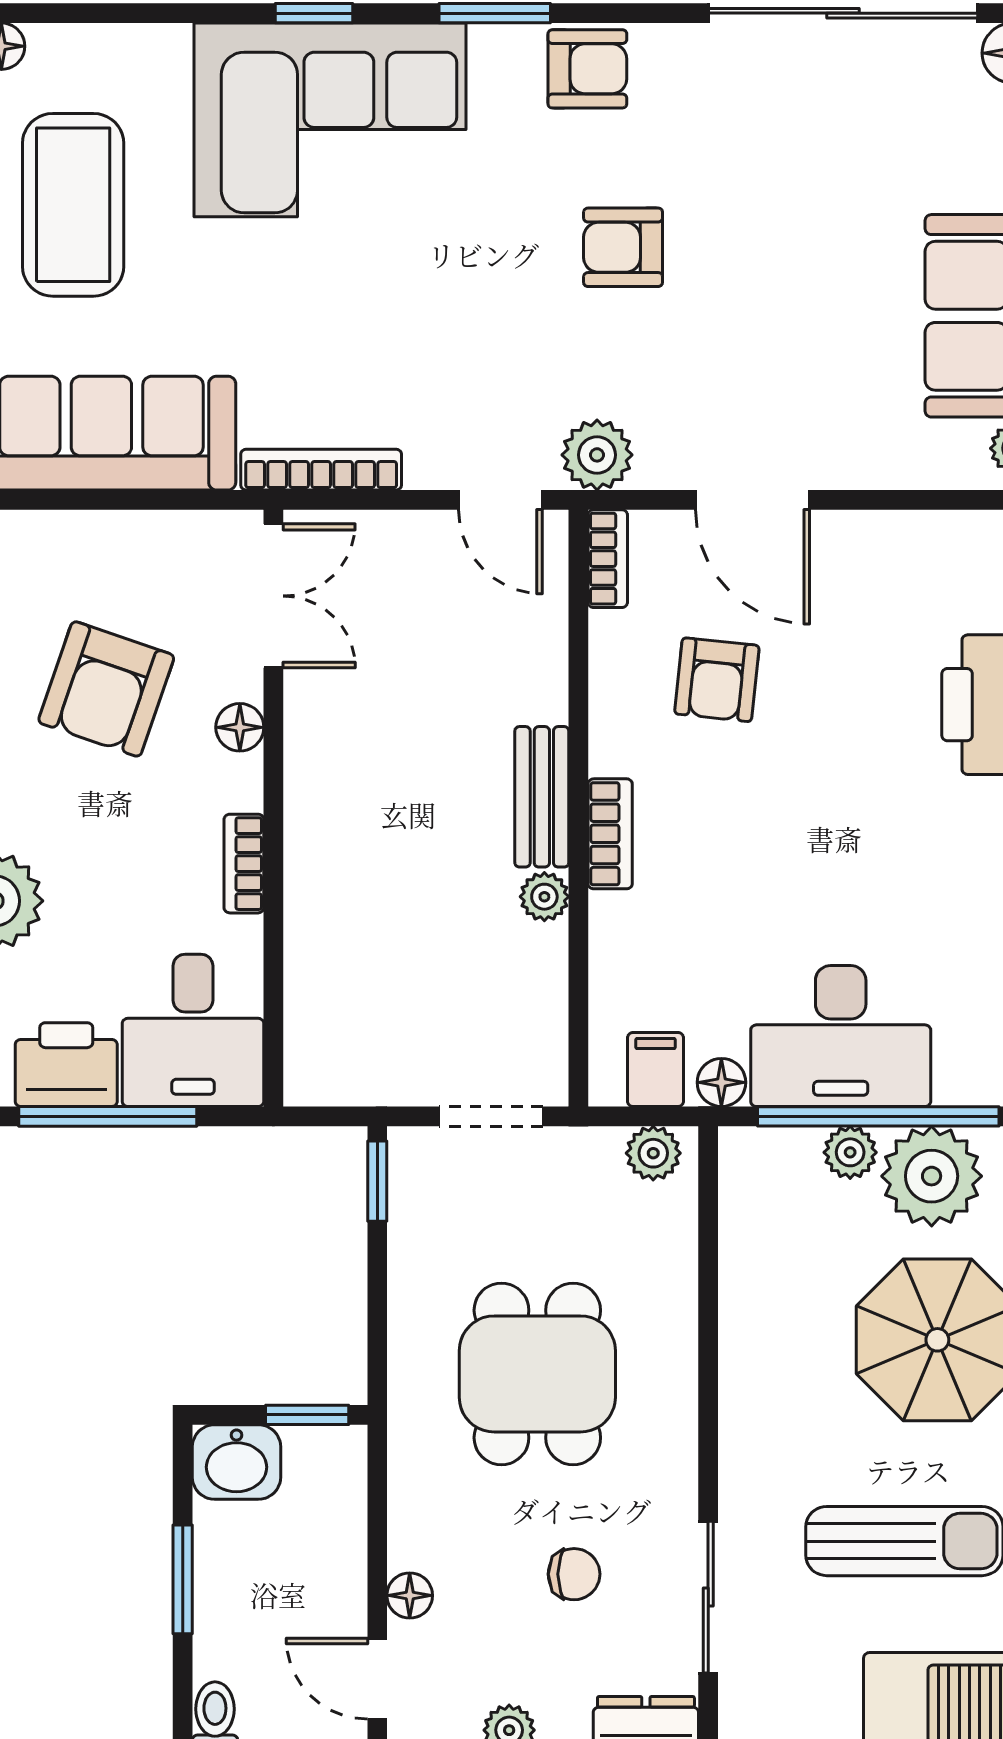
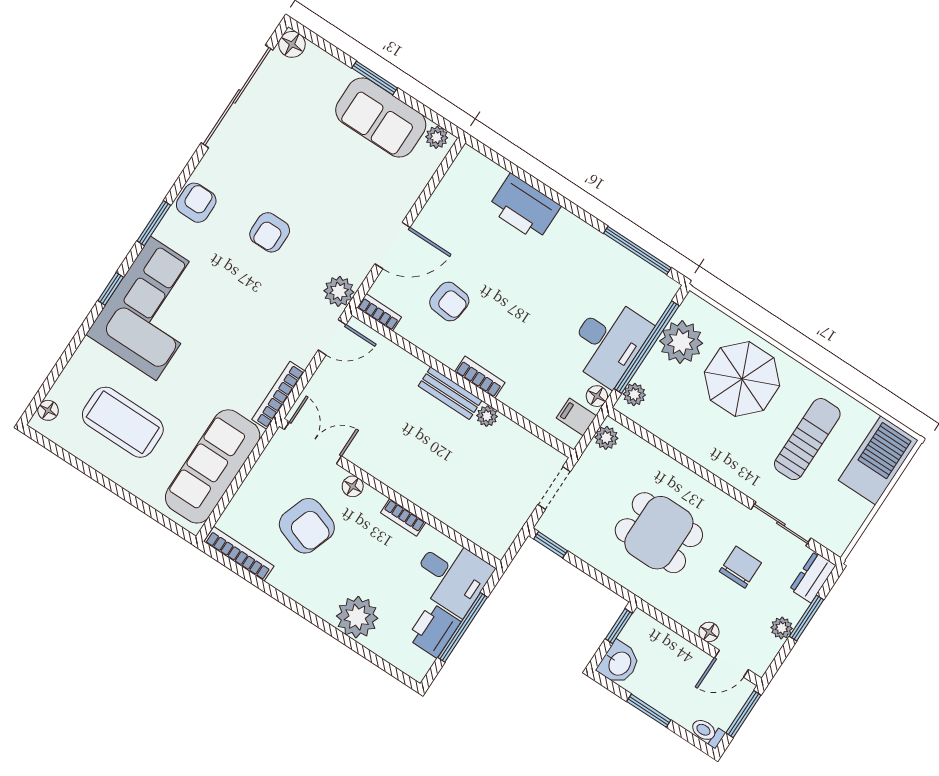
plant: (850, 1152) -> (634, 394), moved
chair: (574, 1574) -> (740, 567), width x1.37, depth x1.37

